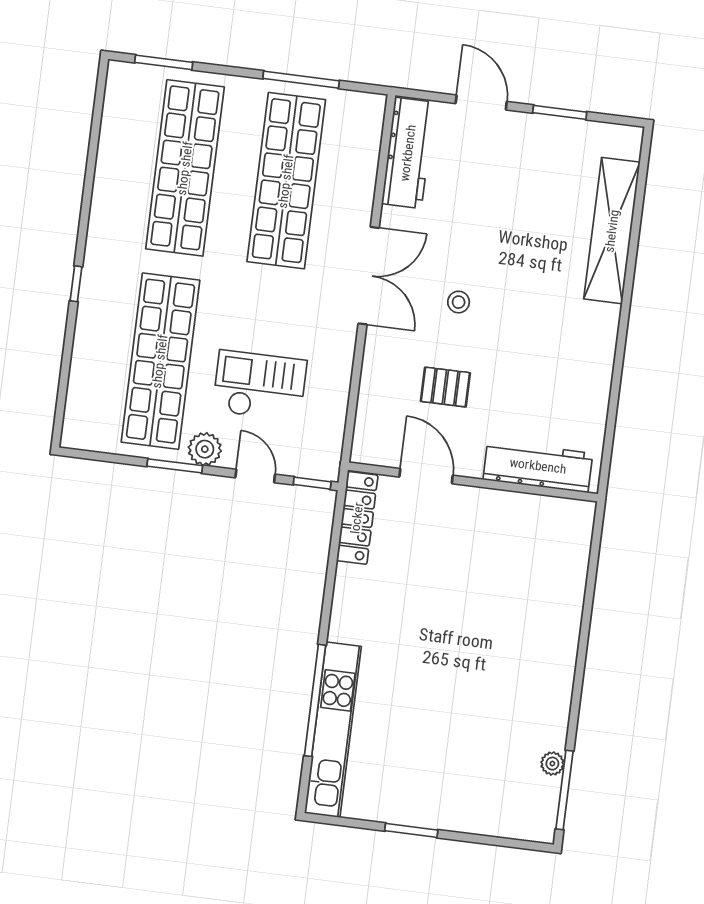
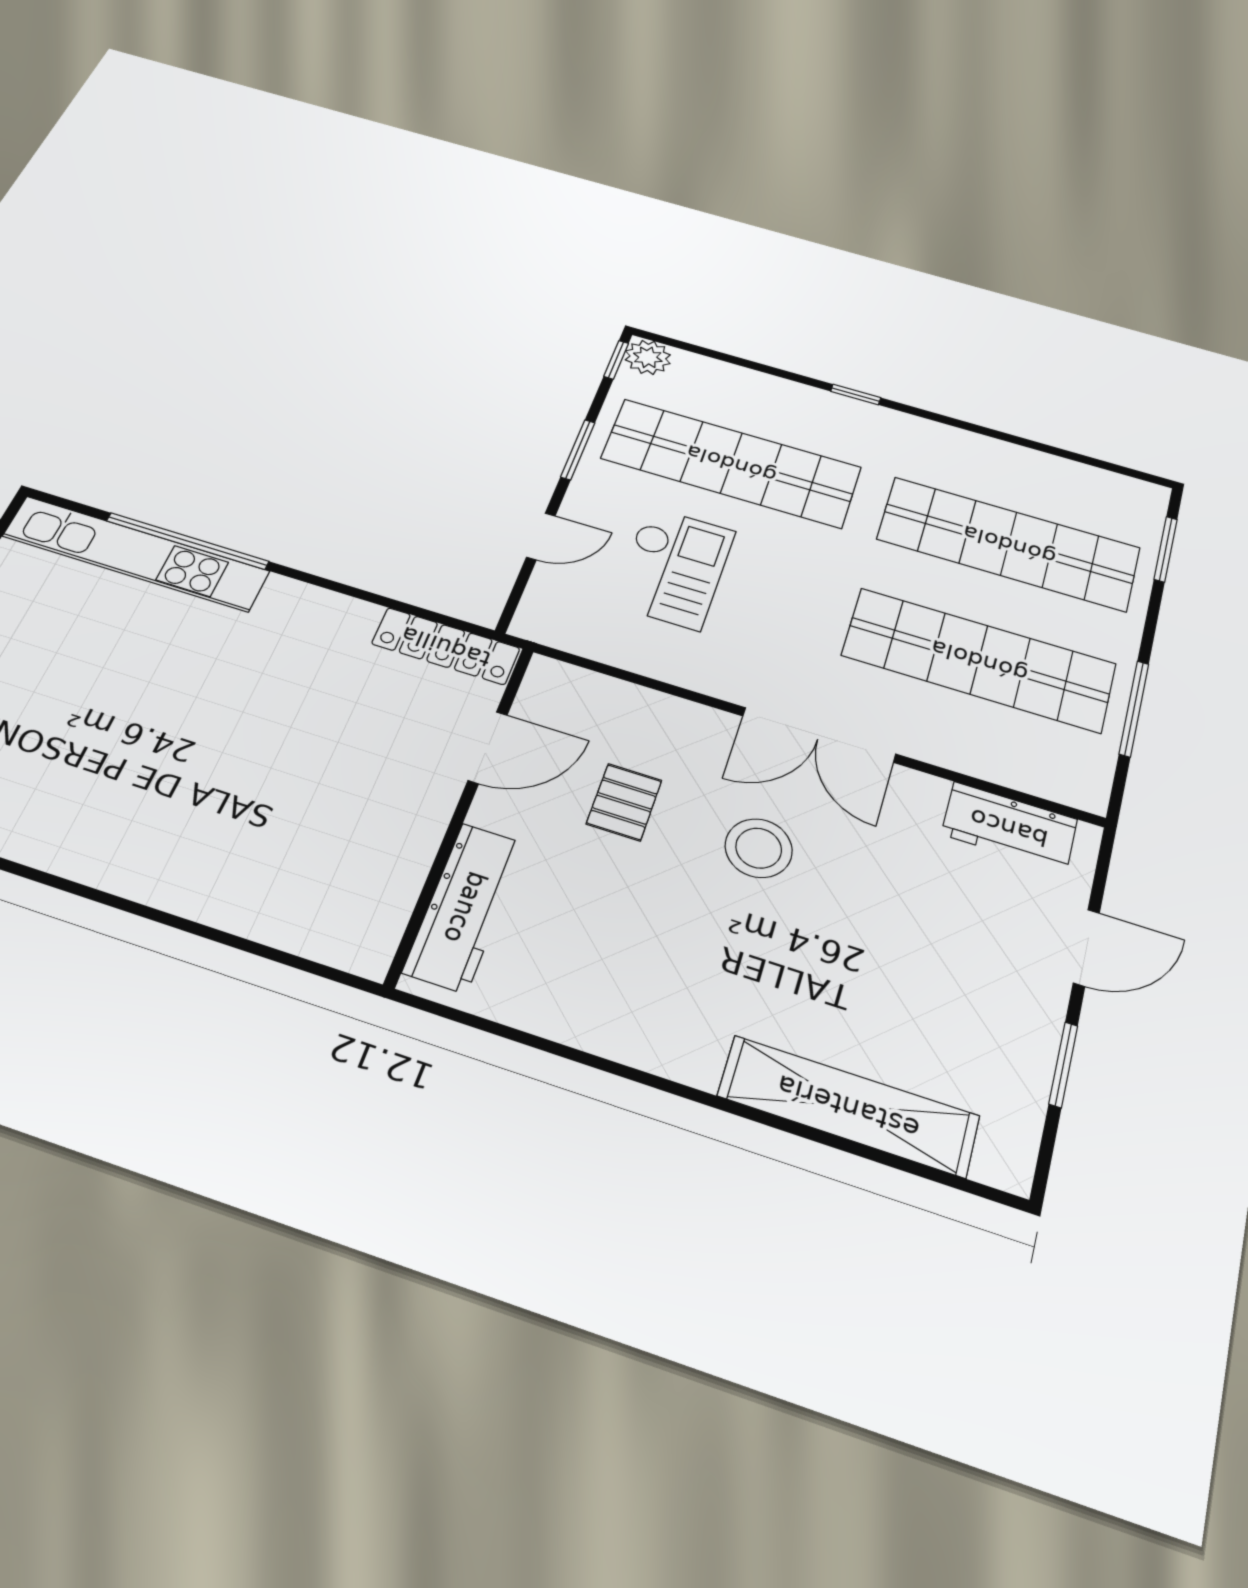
workbench: (408, 153) -> (1009, 827), width x0.73
stool: (459, 302) -> (759, 848), width x1.89, depth x1.89
plant: (205, 449) -> (648, 357), moved
window: (312, 483) -> (616, 360), moved

